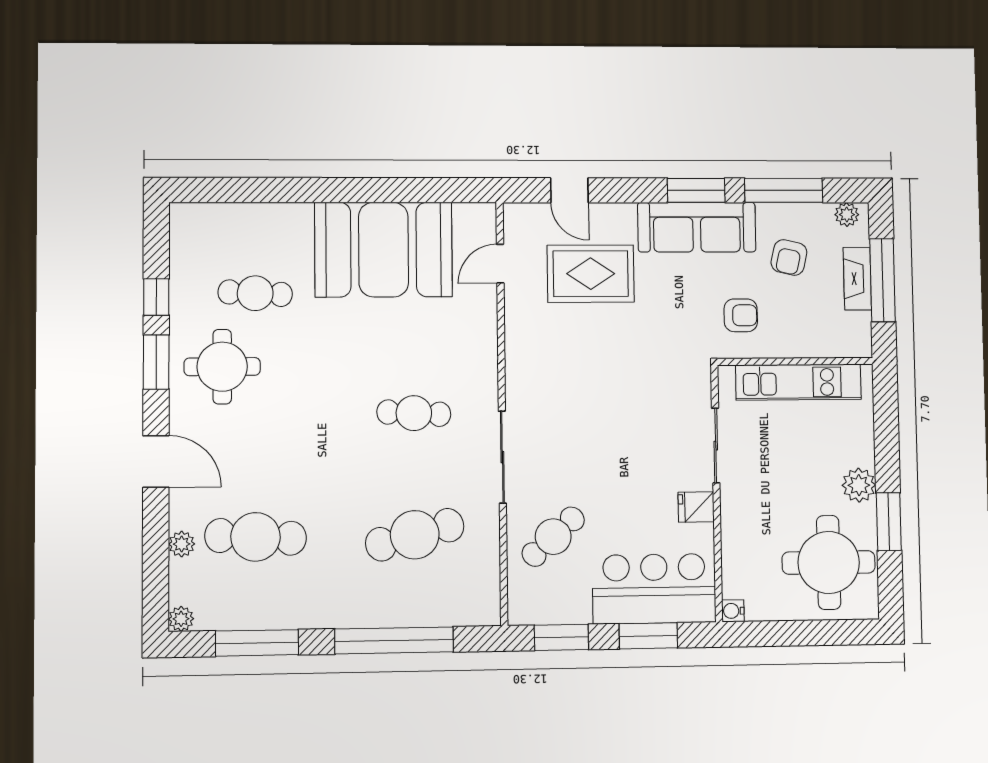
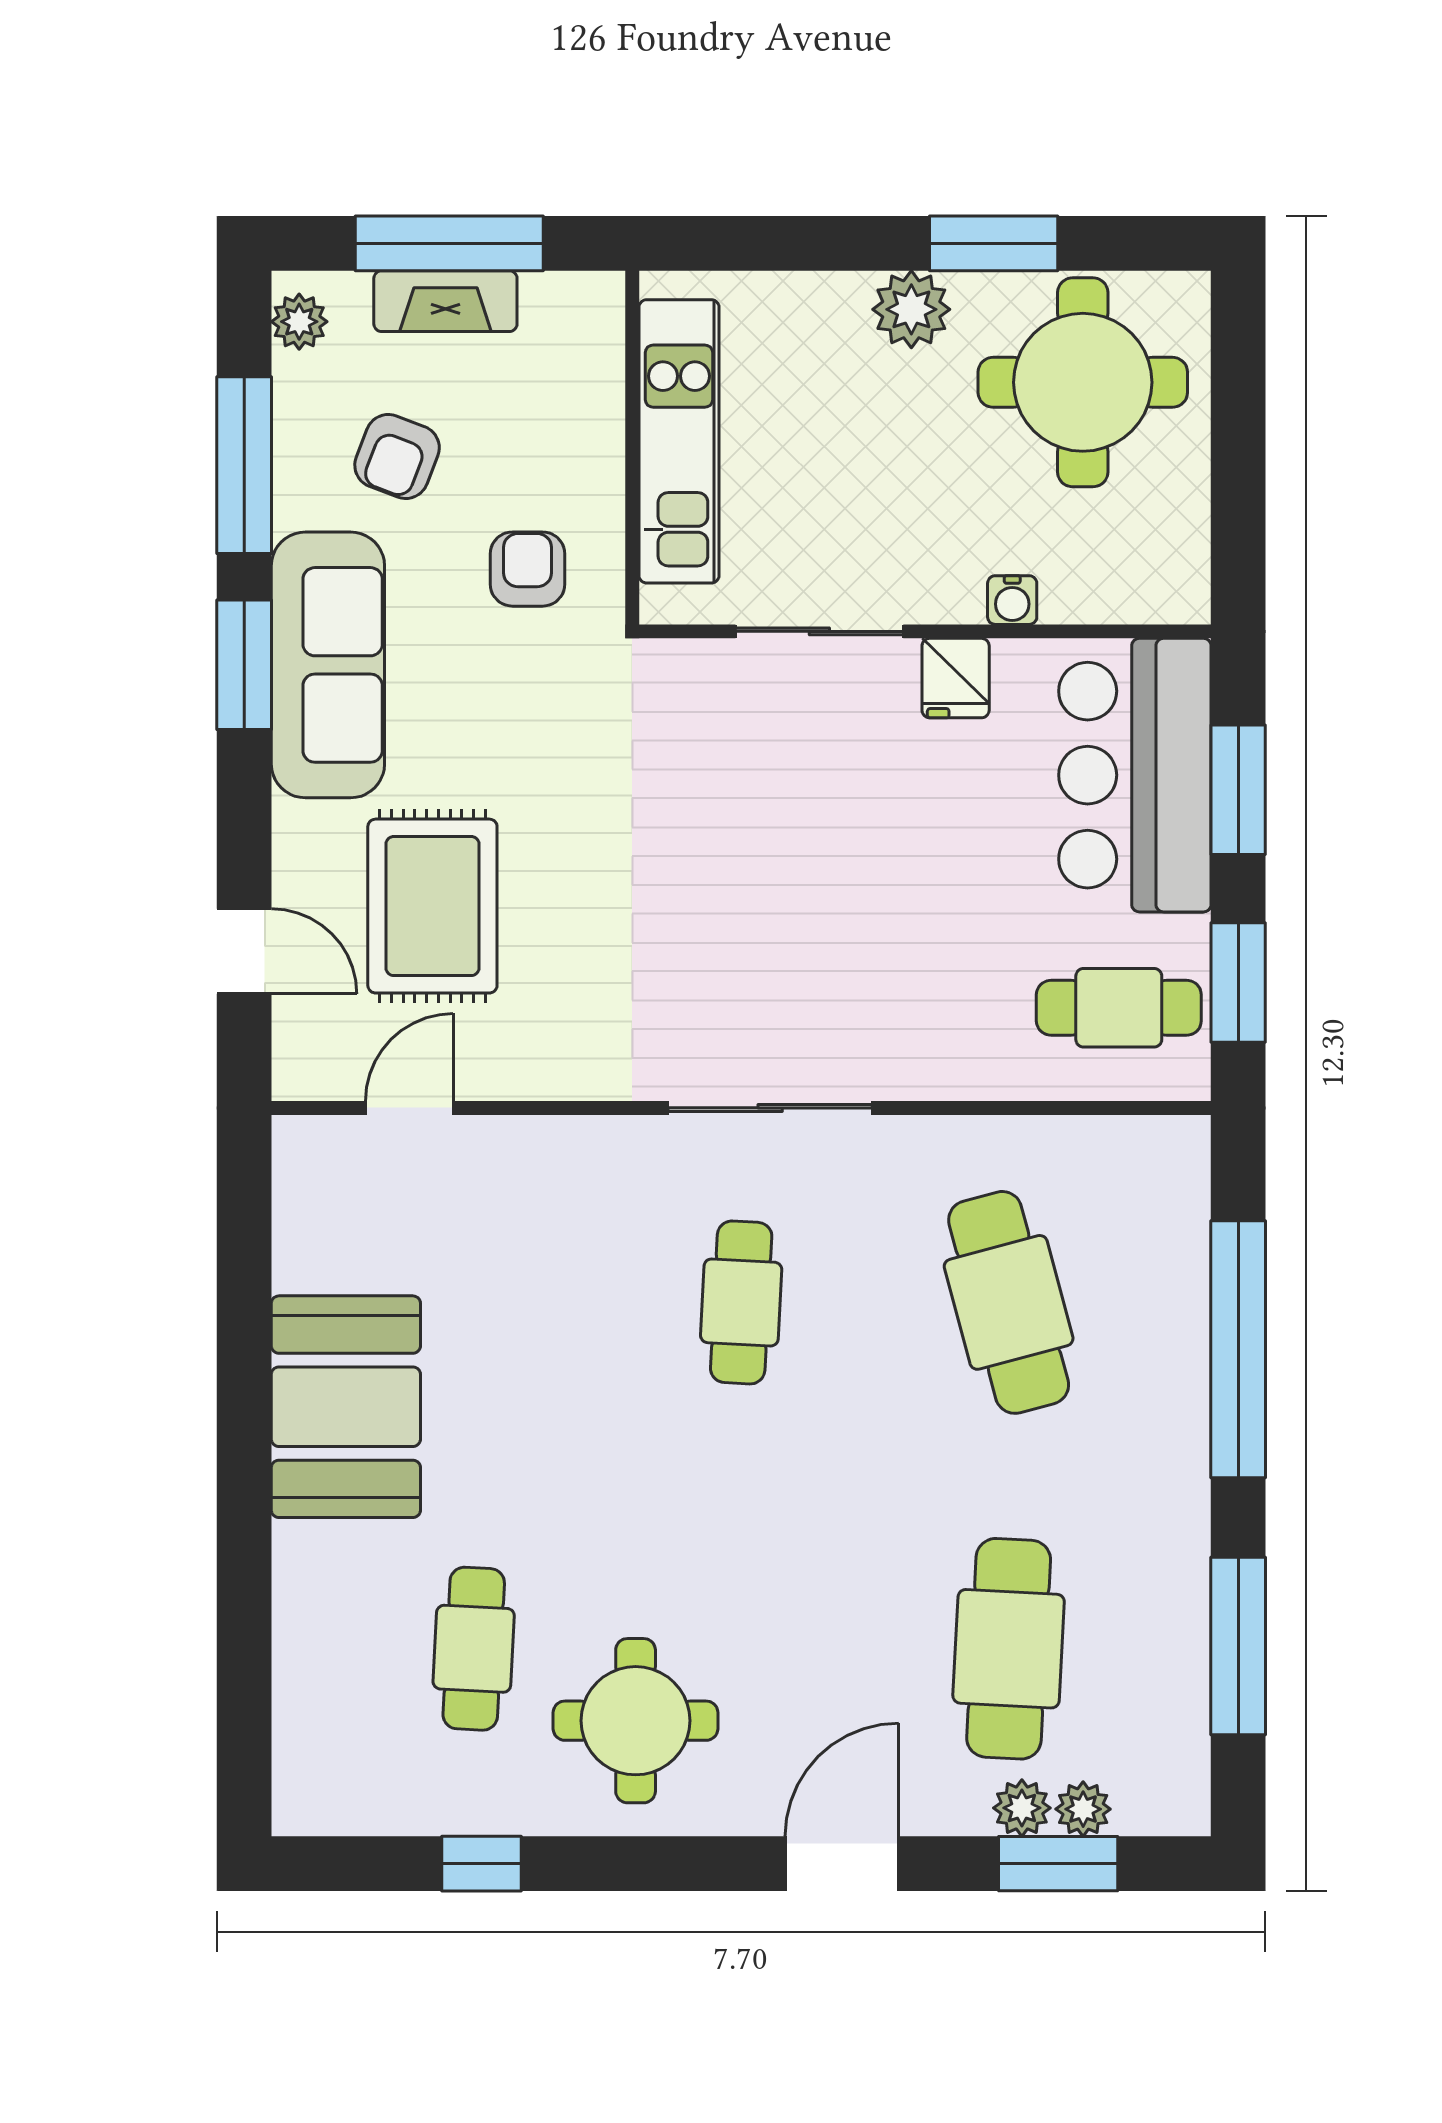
door: (569, 190) -> (244, 951), hinge flipped
booth: (384, 250) -> (346, 1407), width x0.73, depth x0.70
armchair: (789, 258) -> (397, 456), turned 98
door: (500, 264) -> (409, 1108), swing flipped
window: (156, 362) -> (1058, 1864), moved
sliding door: (502, 457) -> (770, 1108), moved
cafe table: (553, 537) -> (1119, 1008), moved, turned -48
water cooler: (733, 611) -> (1012, 600), moved
plant: (181, 619) -> (1083, 1809), moved

